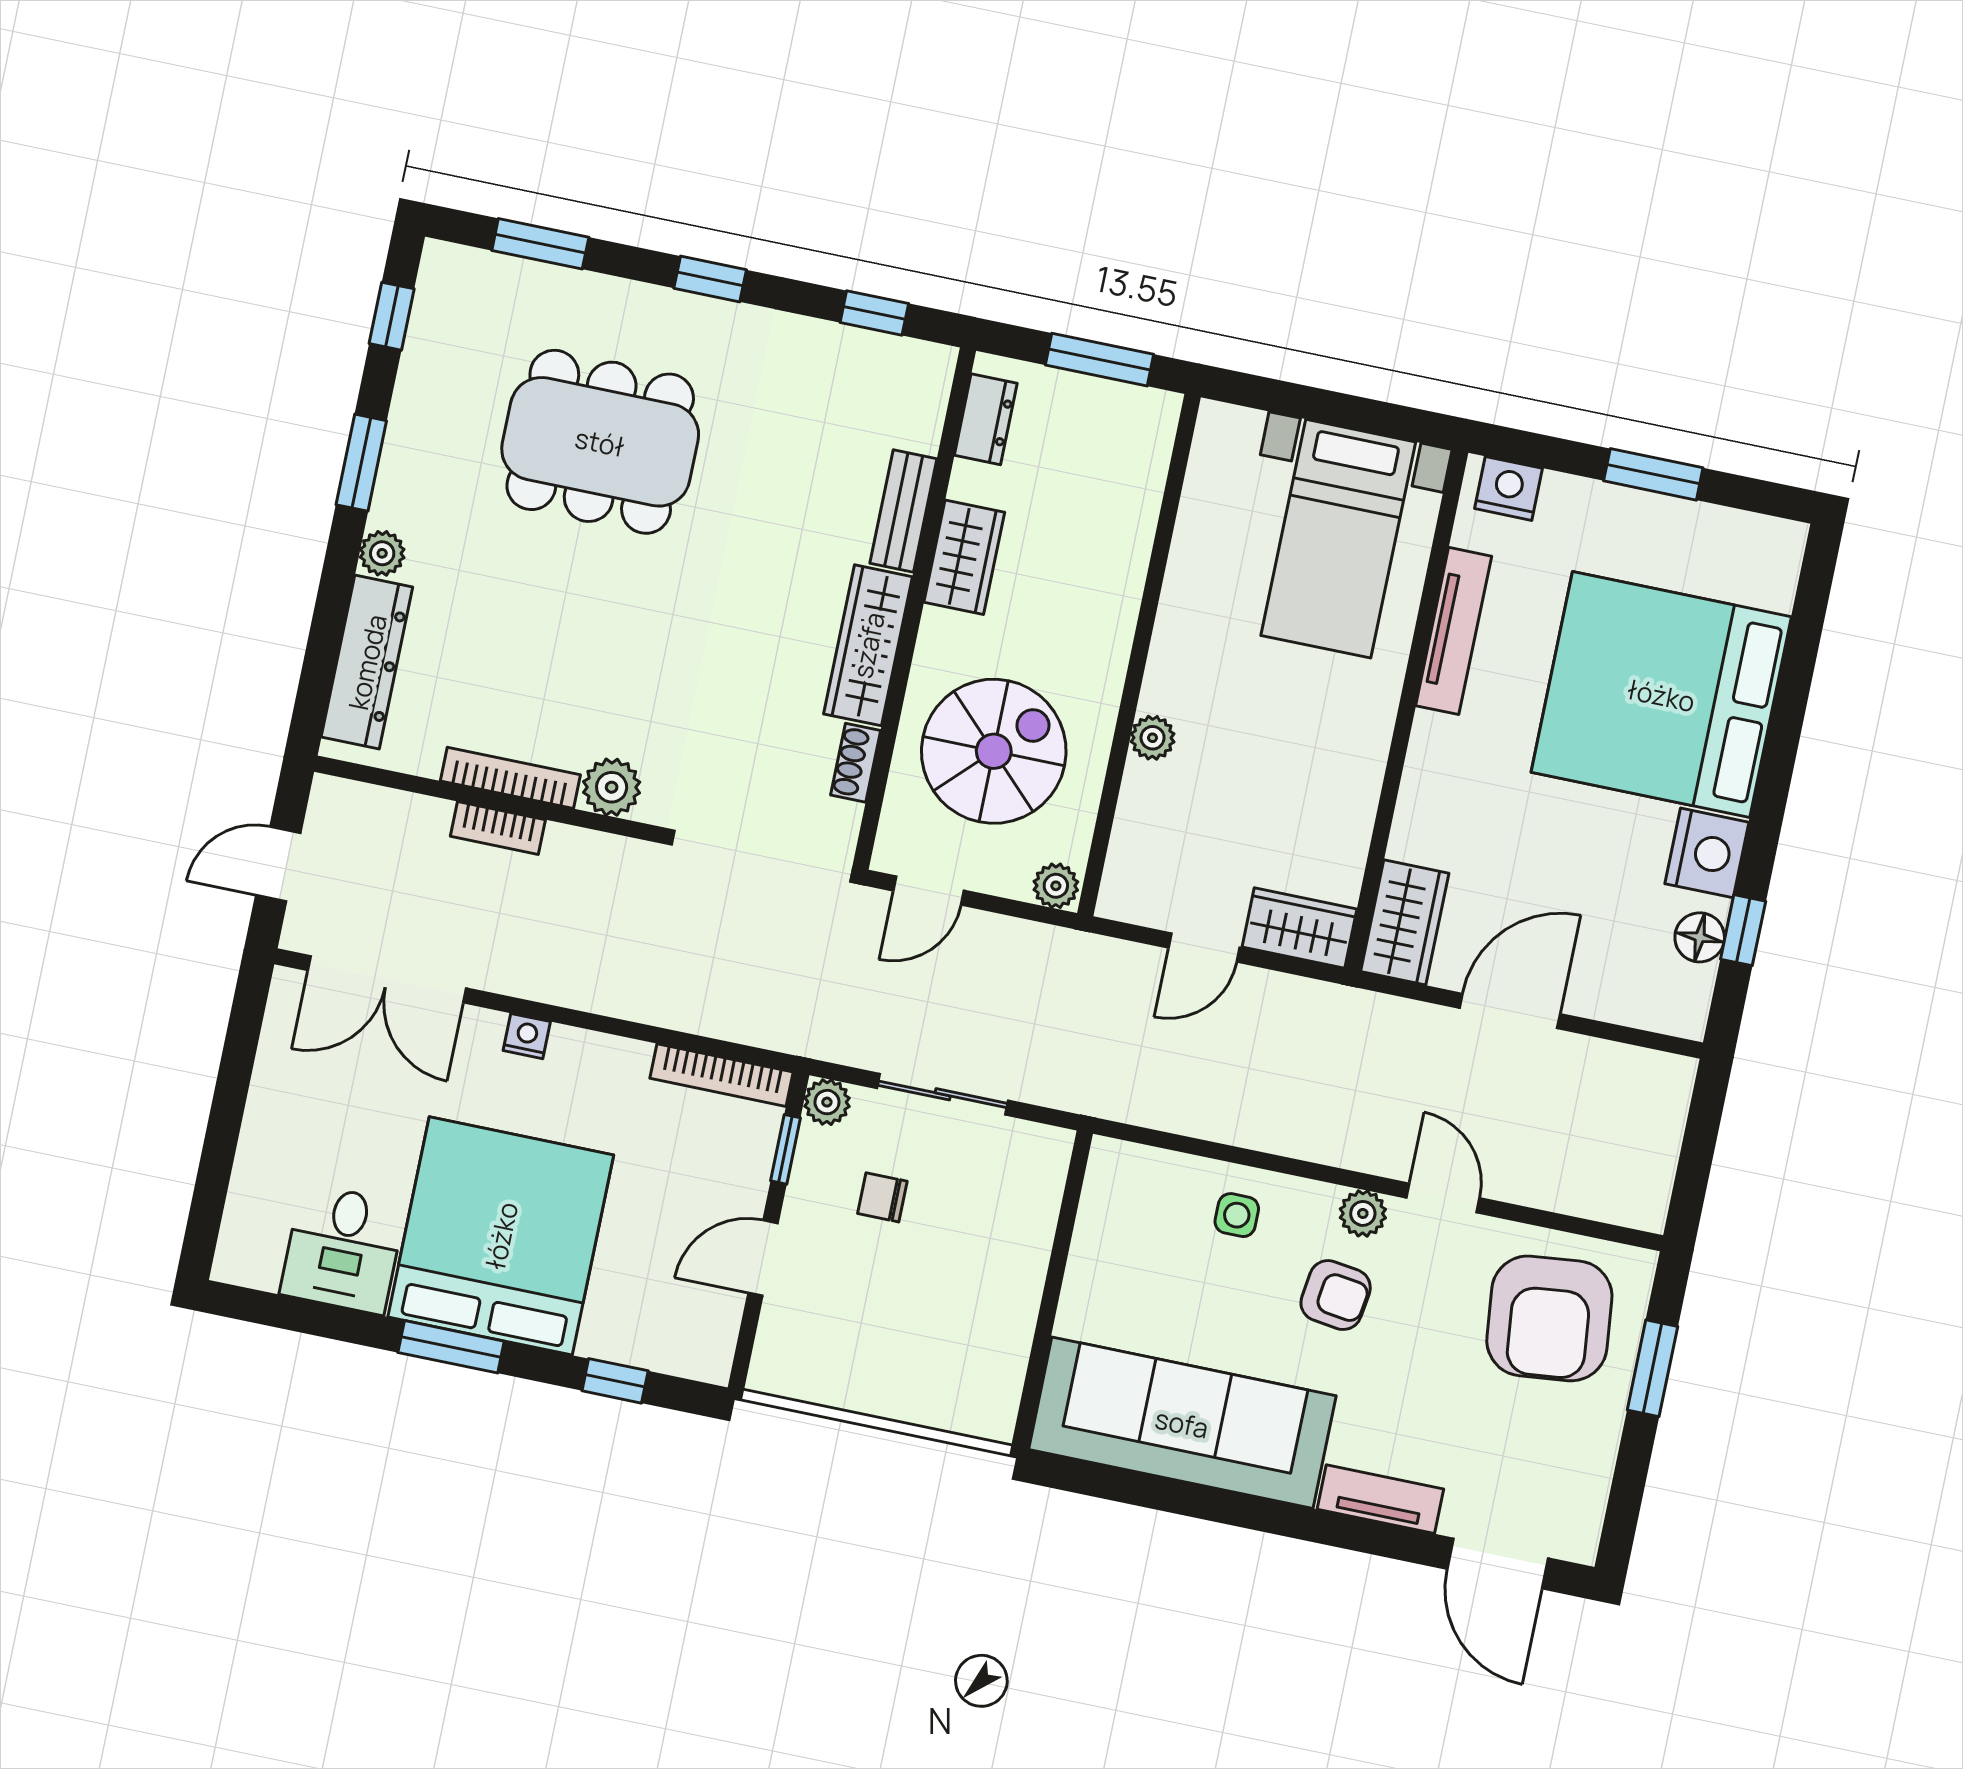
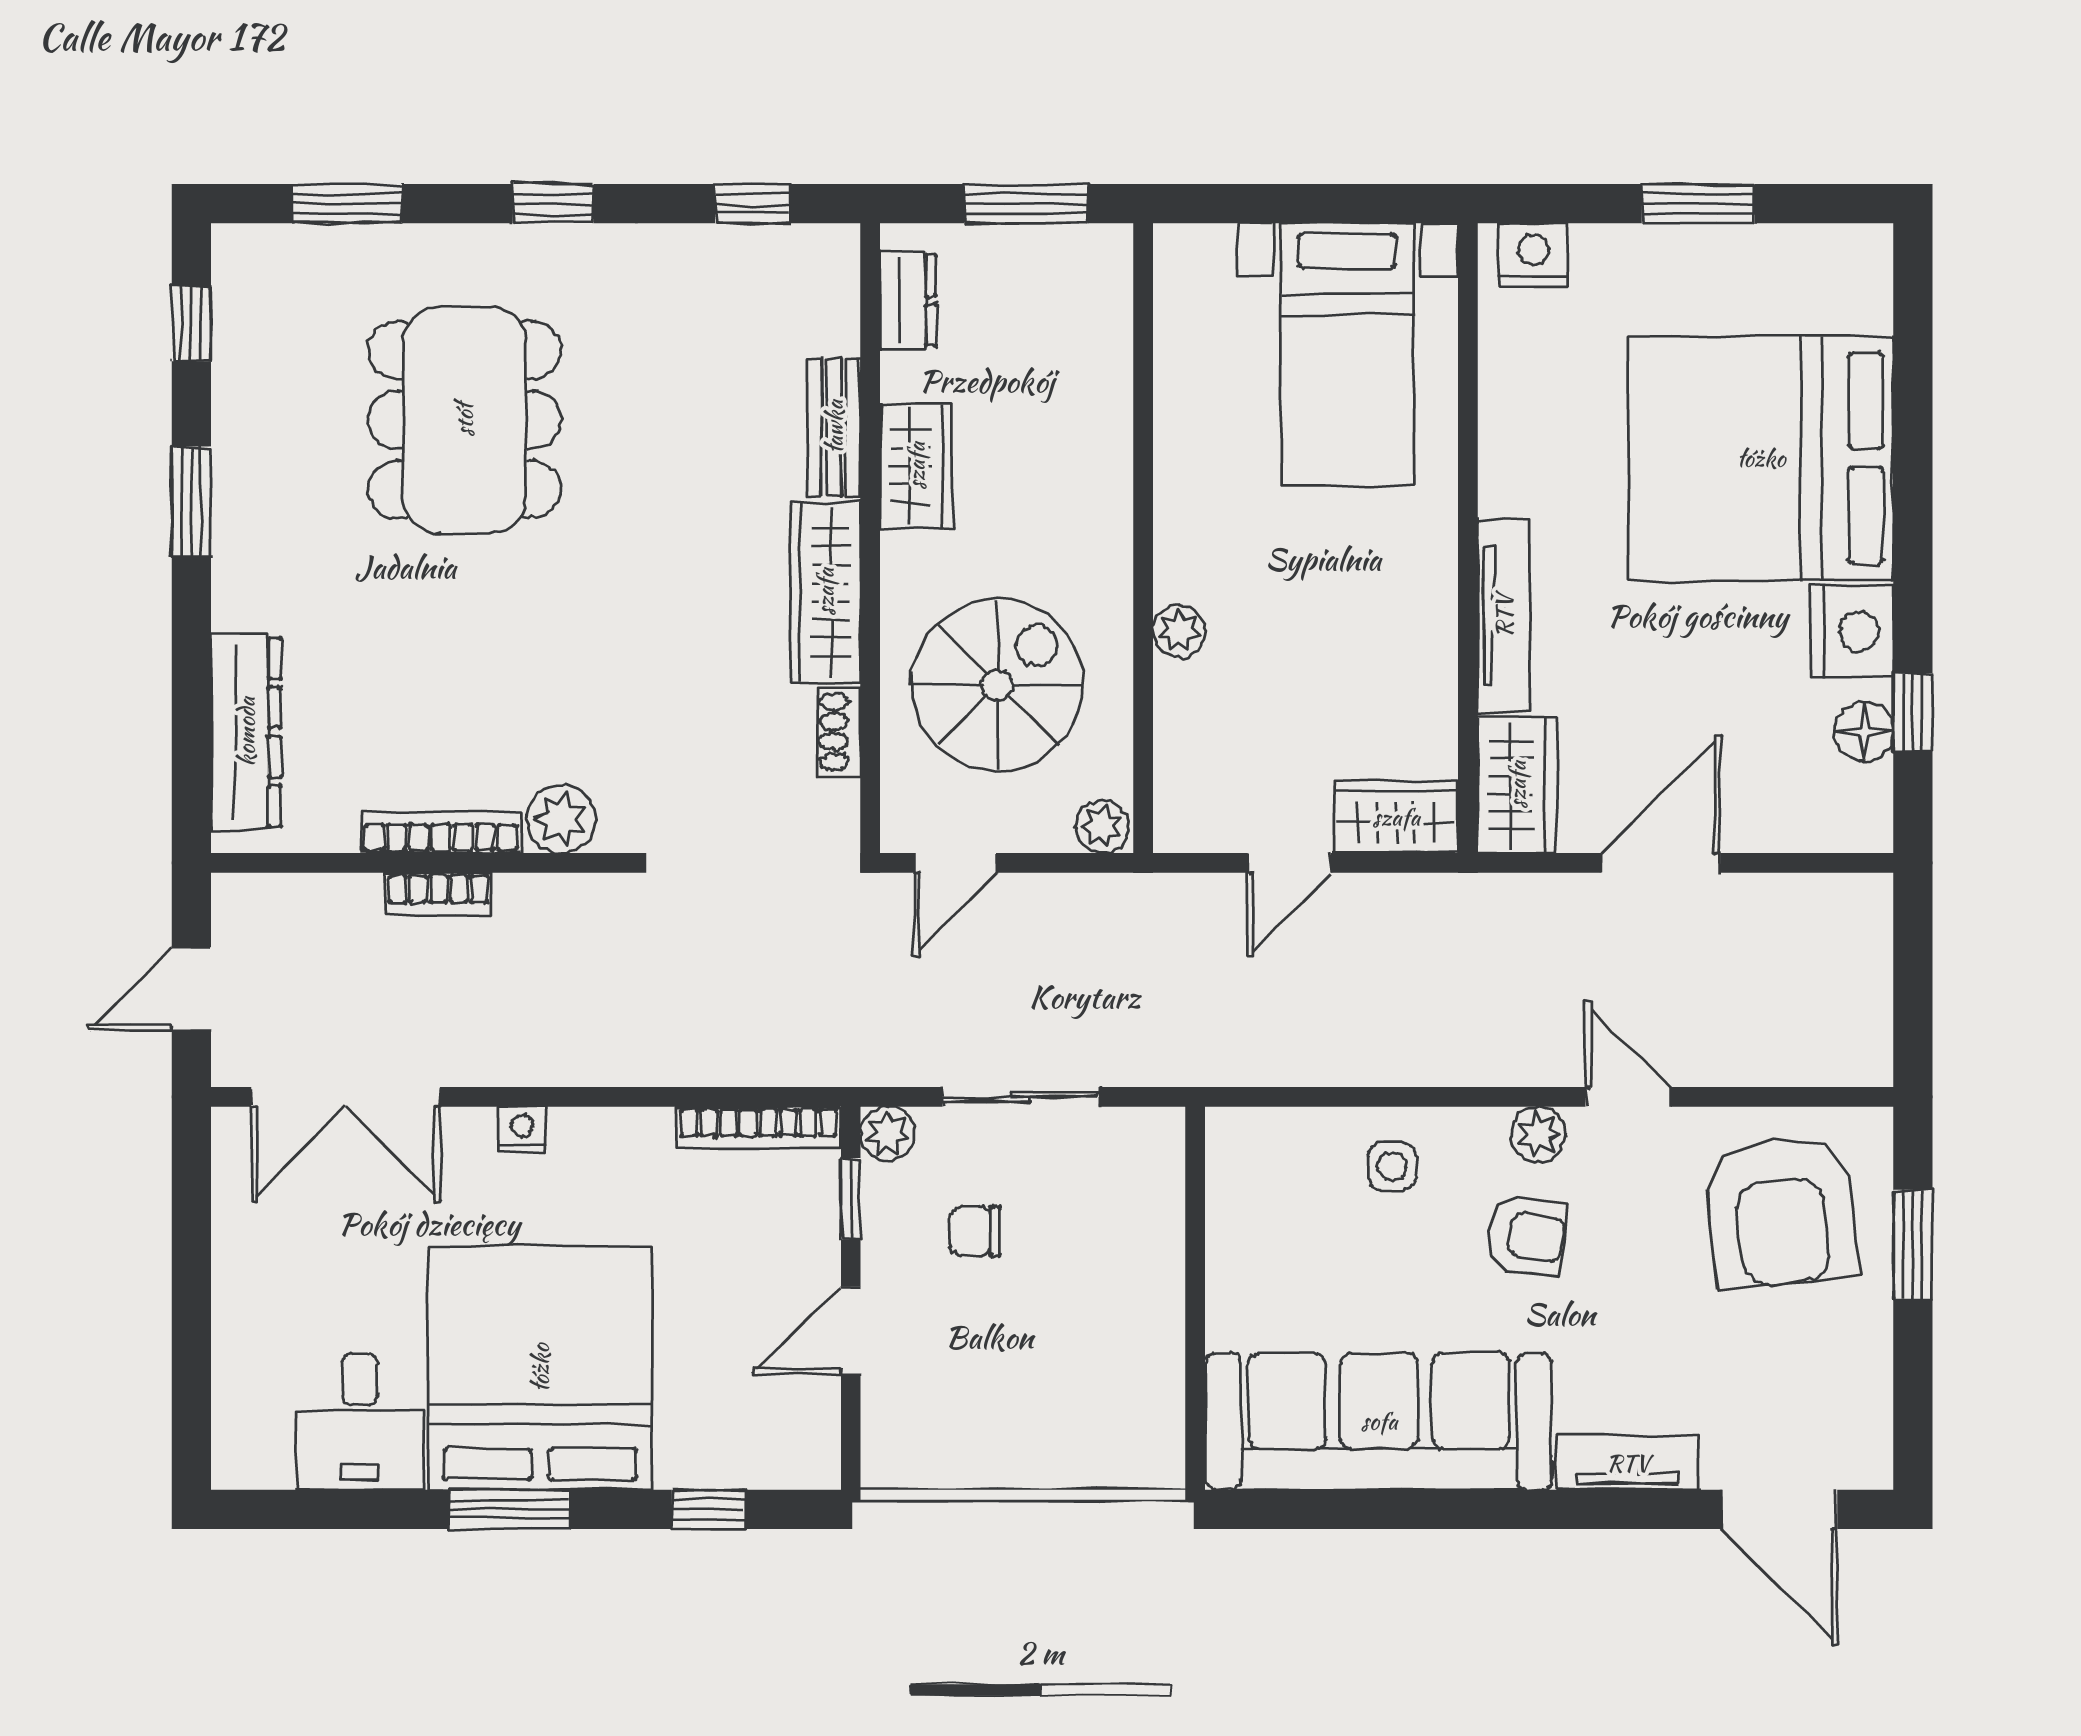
dining table: (600, 442) -> (464, 420), turned 90
plant: (382, 553) -> (237, 602), removed
tv unit: (1454, 631) -> (1504, 616), moved

